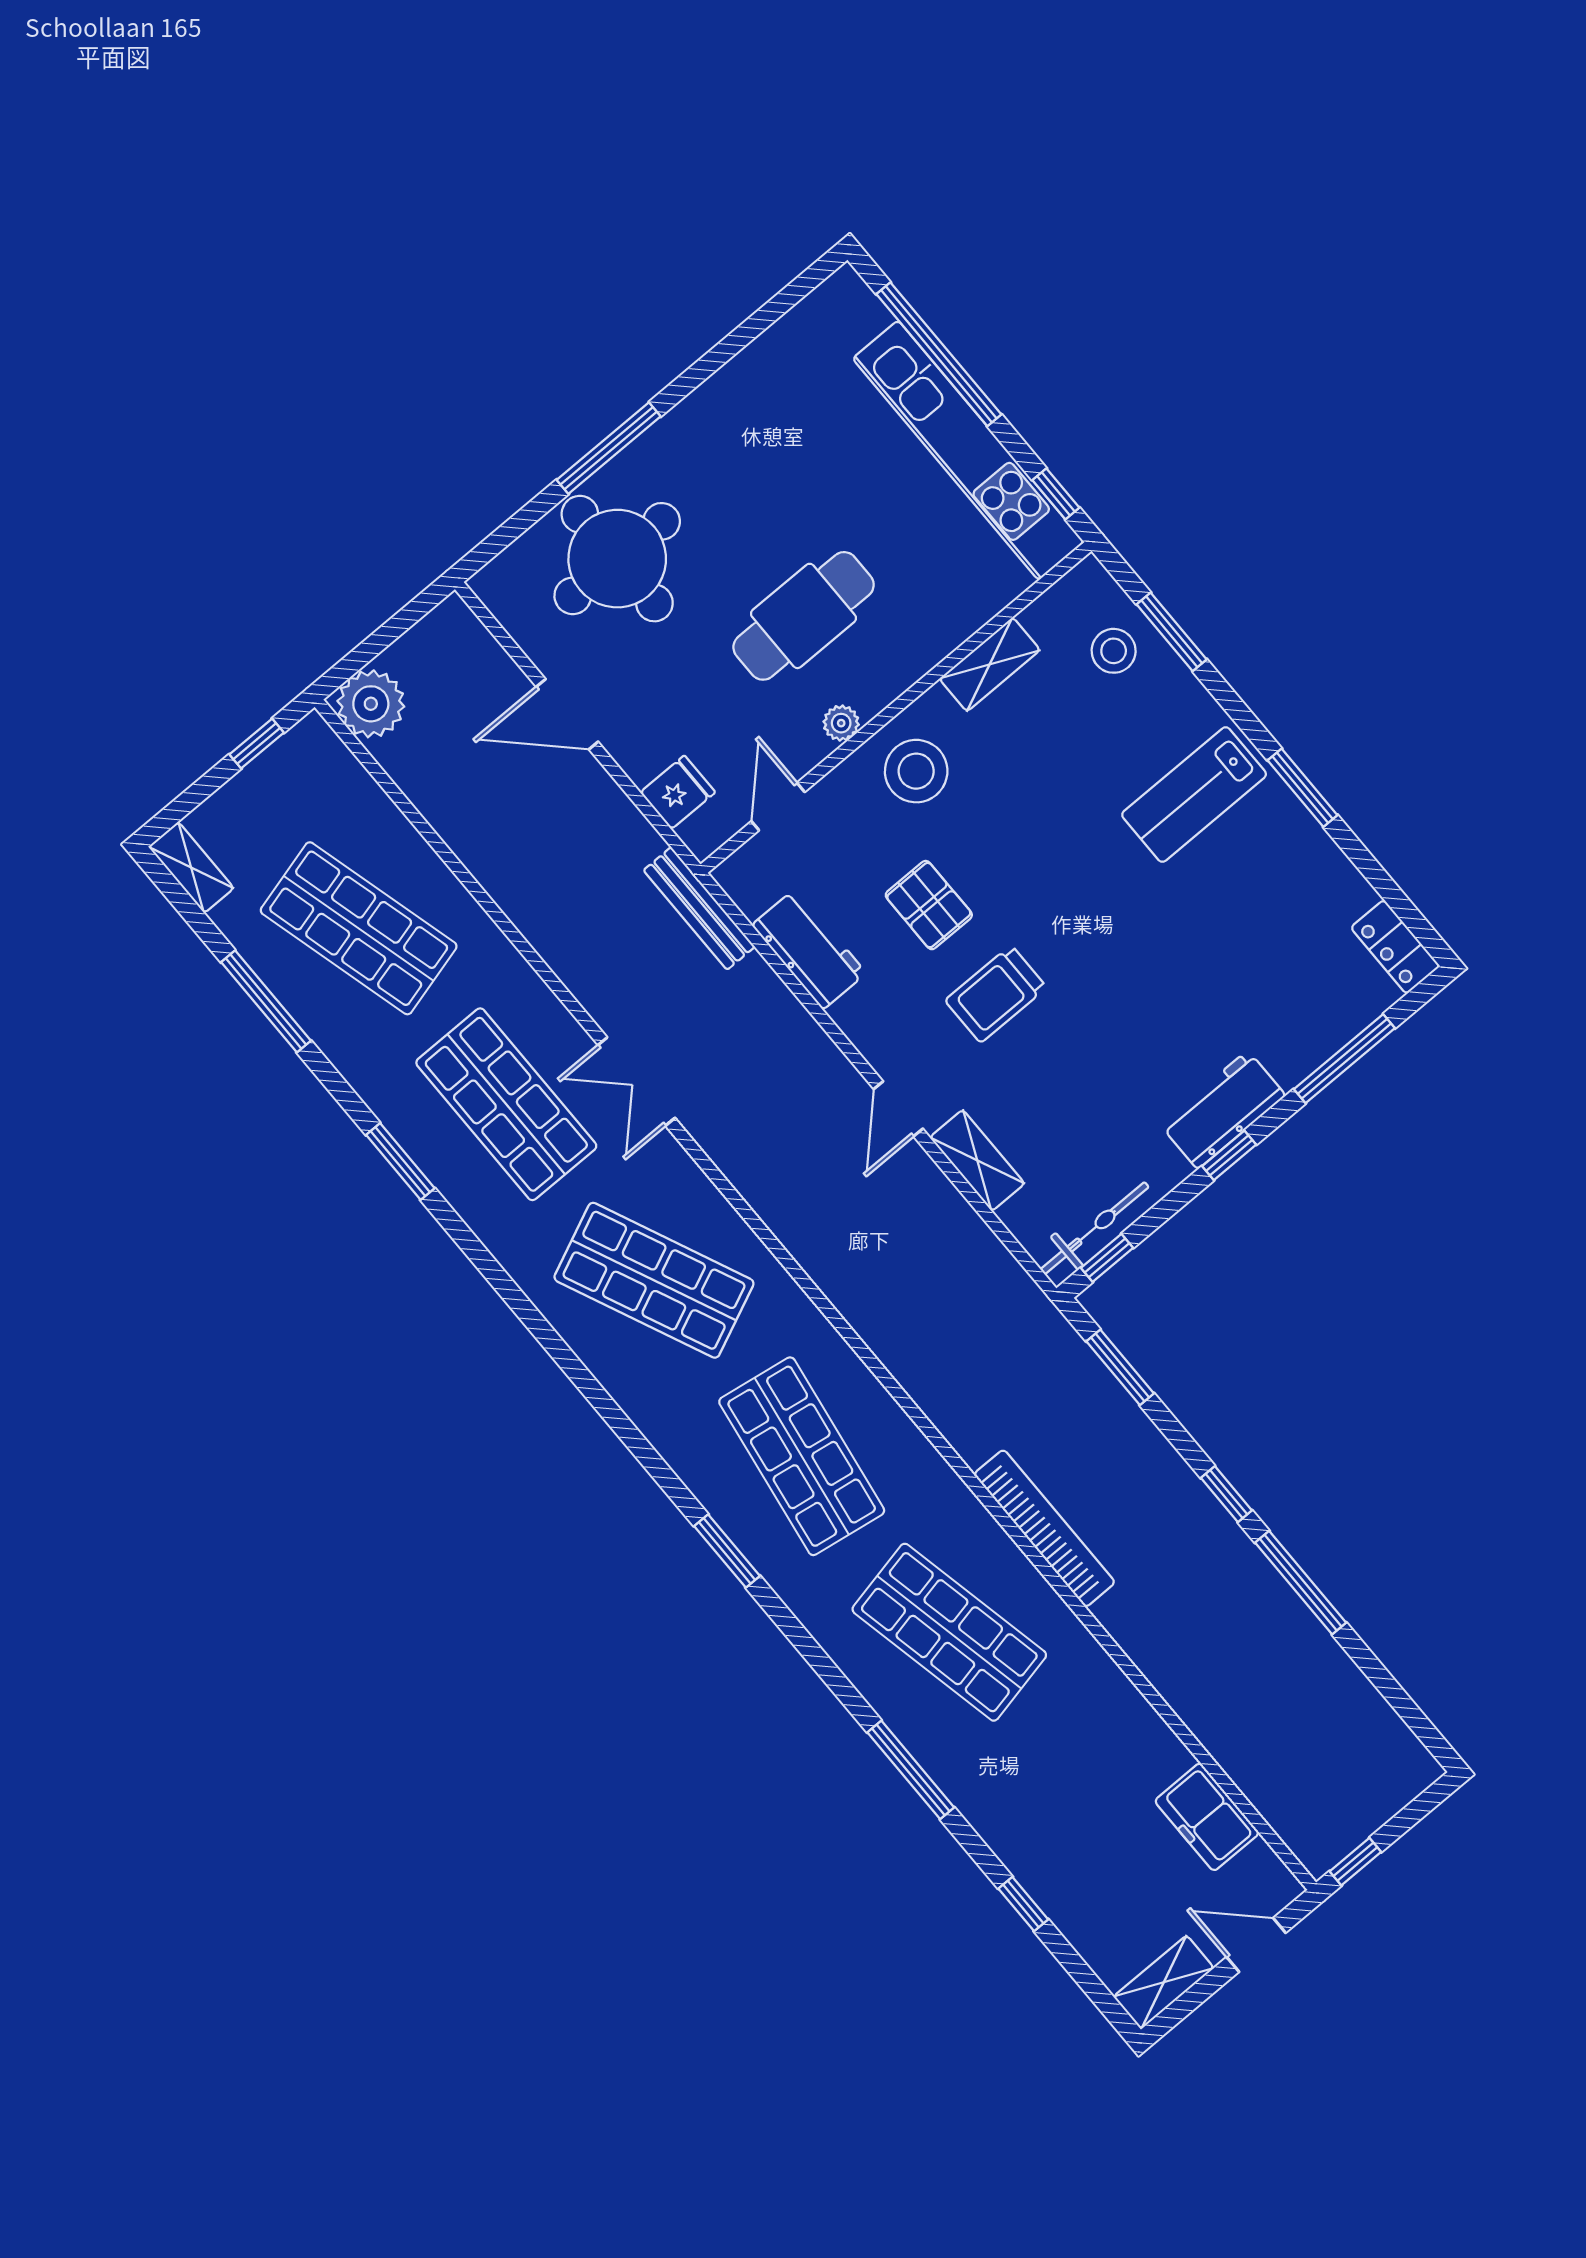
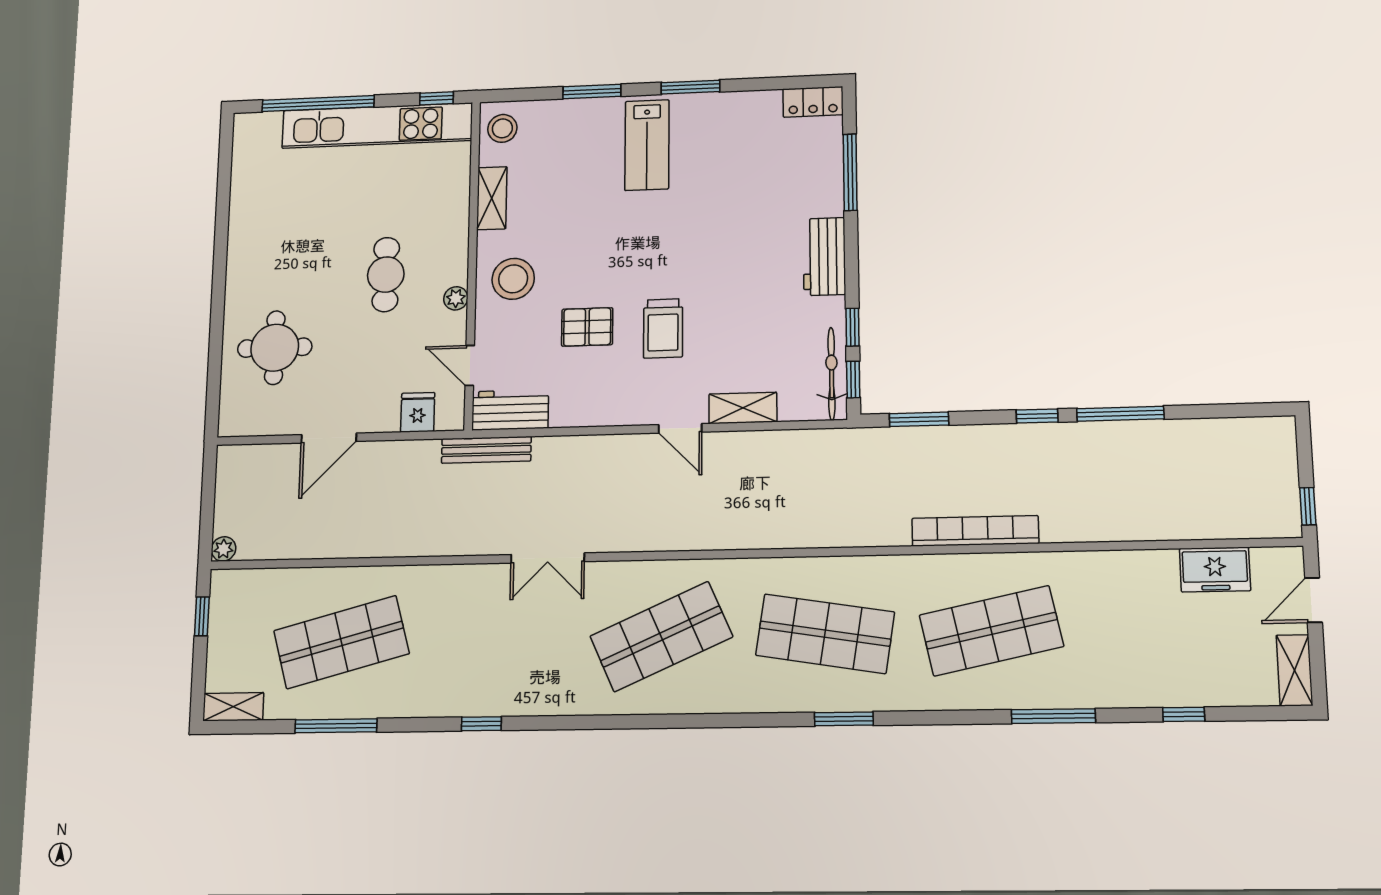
window: (609, 448) -> (218, 307), removed
round table: (617, 559) -> (275, 348), width x0.73, depth x0.73
cafe table: (804, 616) -> (386, 275), width x0.73, depth x0.74
window: (1172, 632) -> (592, 91), moved
stool: (1114, 651) -> (502, 128), moved
plant: (371, 704) -> (224, 549), width x0.53, depth x0.53
workbench: (809, 949) -> (510, 410), moved
shop shelf: (506, 1104) -> (500, 639), removed
window: (1229, 1155) -> (852, 327), moved
window: (400, 1162) -> (481, 724), width x0.67

